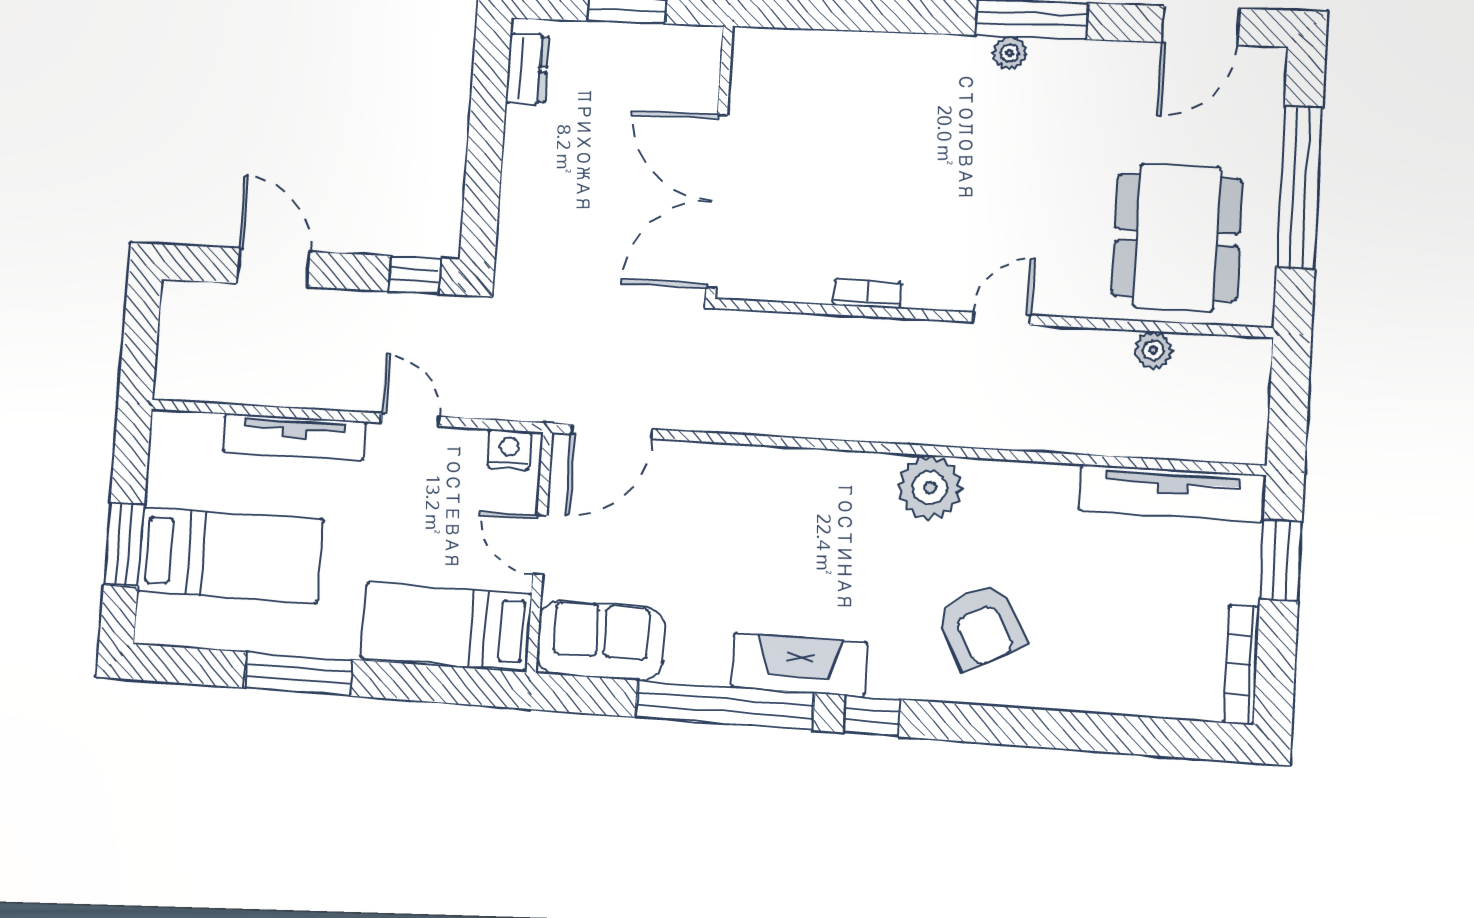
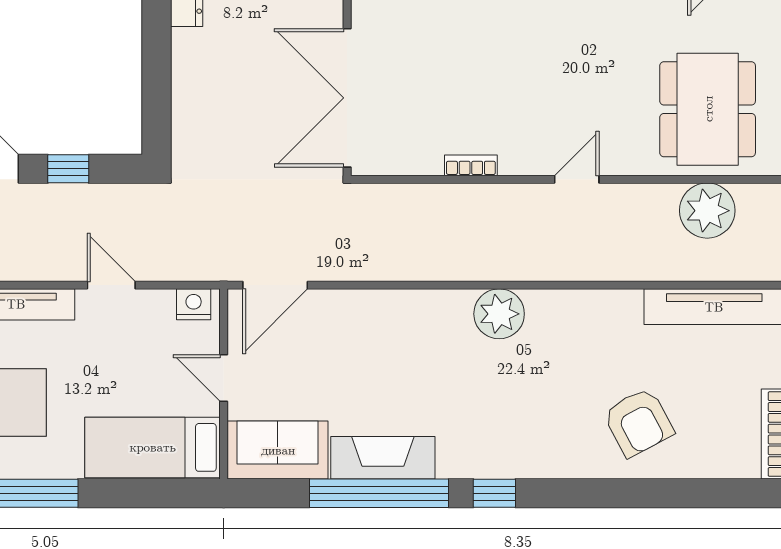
window: (414, 275) -> (68, 169), moved
plant: (1153, 350) -> (707, 211), width x1.87, depth x1.87
plant: (930, 487) -> (499, 314), moved
armchair: (981, 626) -> (638, 422), moved
fireplace: (799, 665) -> (383, 458), moved

